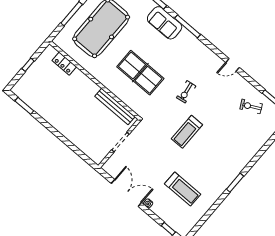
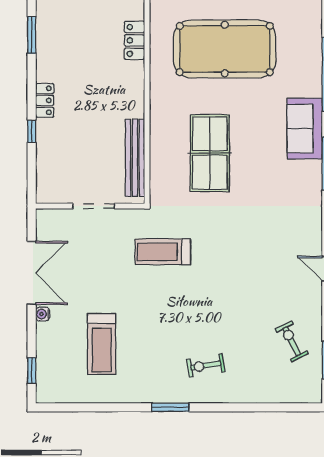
exercise bike: (186, 92) -> (206, 366), moved
locker: (57, 124) -> (45, 100), added
treadmill: (187, 132) -> (163, 252), moved
window: (66, 141) -> (32, 131), added

